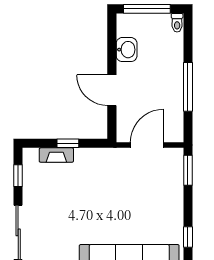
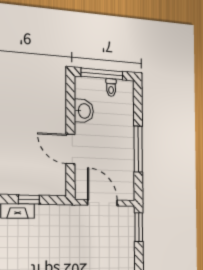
toilet: (177, 23) -> (111, 88), moved
door: (147, 145) -> (103, 203), hinge flipped

